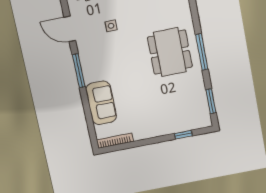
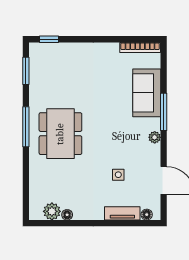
plant: (86, 66) -> (155, 137), added
window: (79, 71) -> (164, 112), moved
window: (183, 135) -> (49, 39), moved

